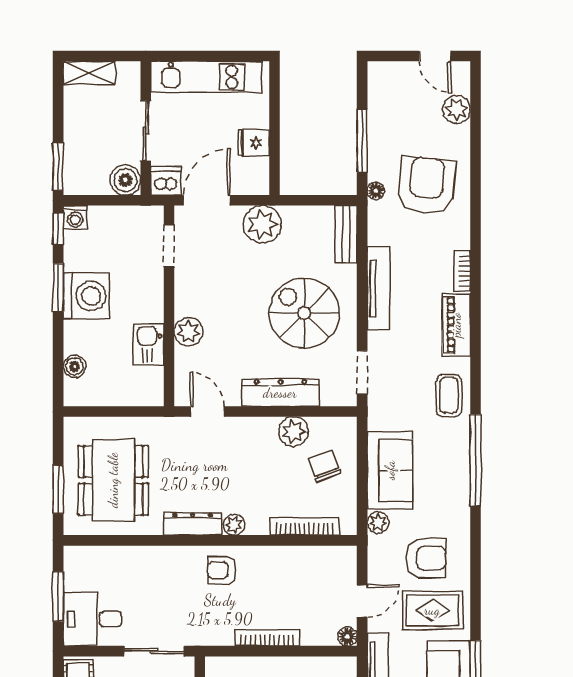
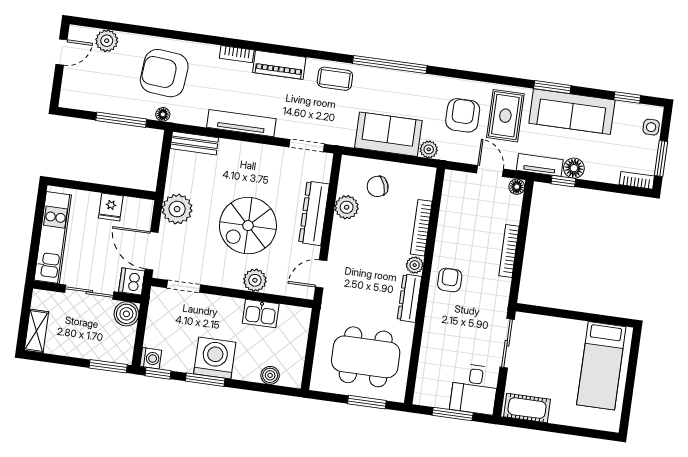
spiral stairs: (304, 313) -> (248, 226), moved
bookcase: (304, 526) -> (421, 228), moved
armchair: (222, 570) -> (450, 280), turned 180

